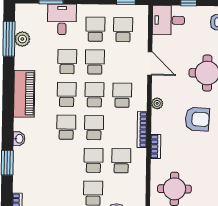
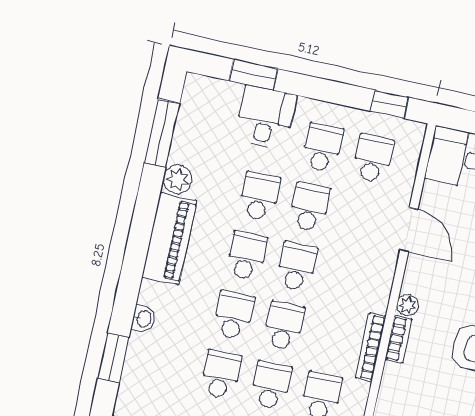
plant: (22, 39) -> (177, 179), moved
school desk: (122, 95) -> (221, 375), moved
bookcase: (156, 147) -> (399, 339), moved

